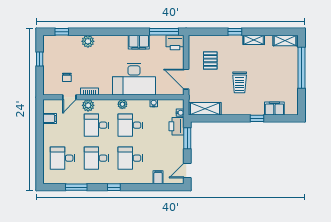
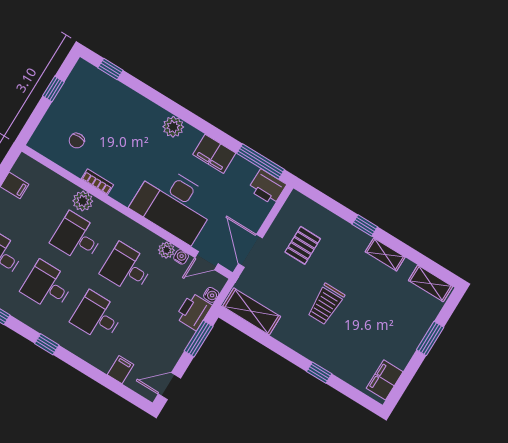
plant: (88, 41) -> (173, 127), moved
window: (301, 68) -> (430, 338), width x0.47
door: (69, 97) -> (206, 261), moved
plant: (122, 104) -> (166, 250), moved
filing cabinet: (274, 108) -> (385, 380), moved, turned -90

